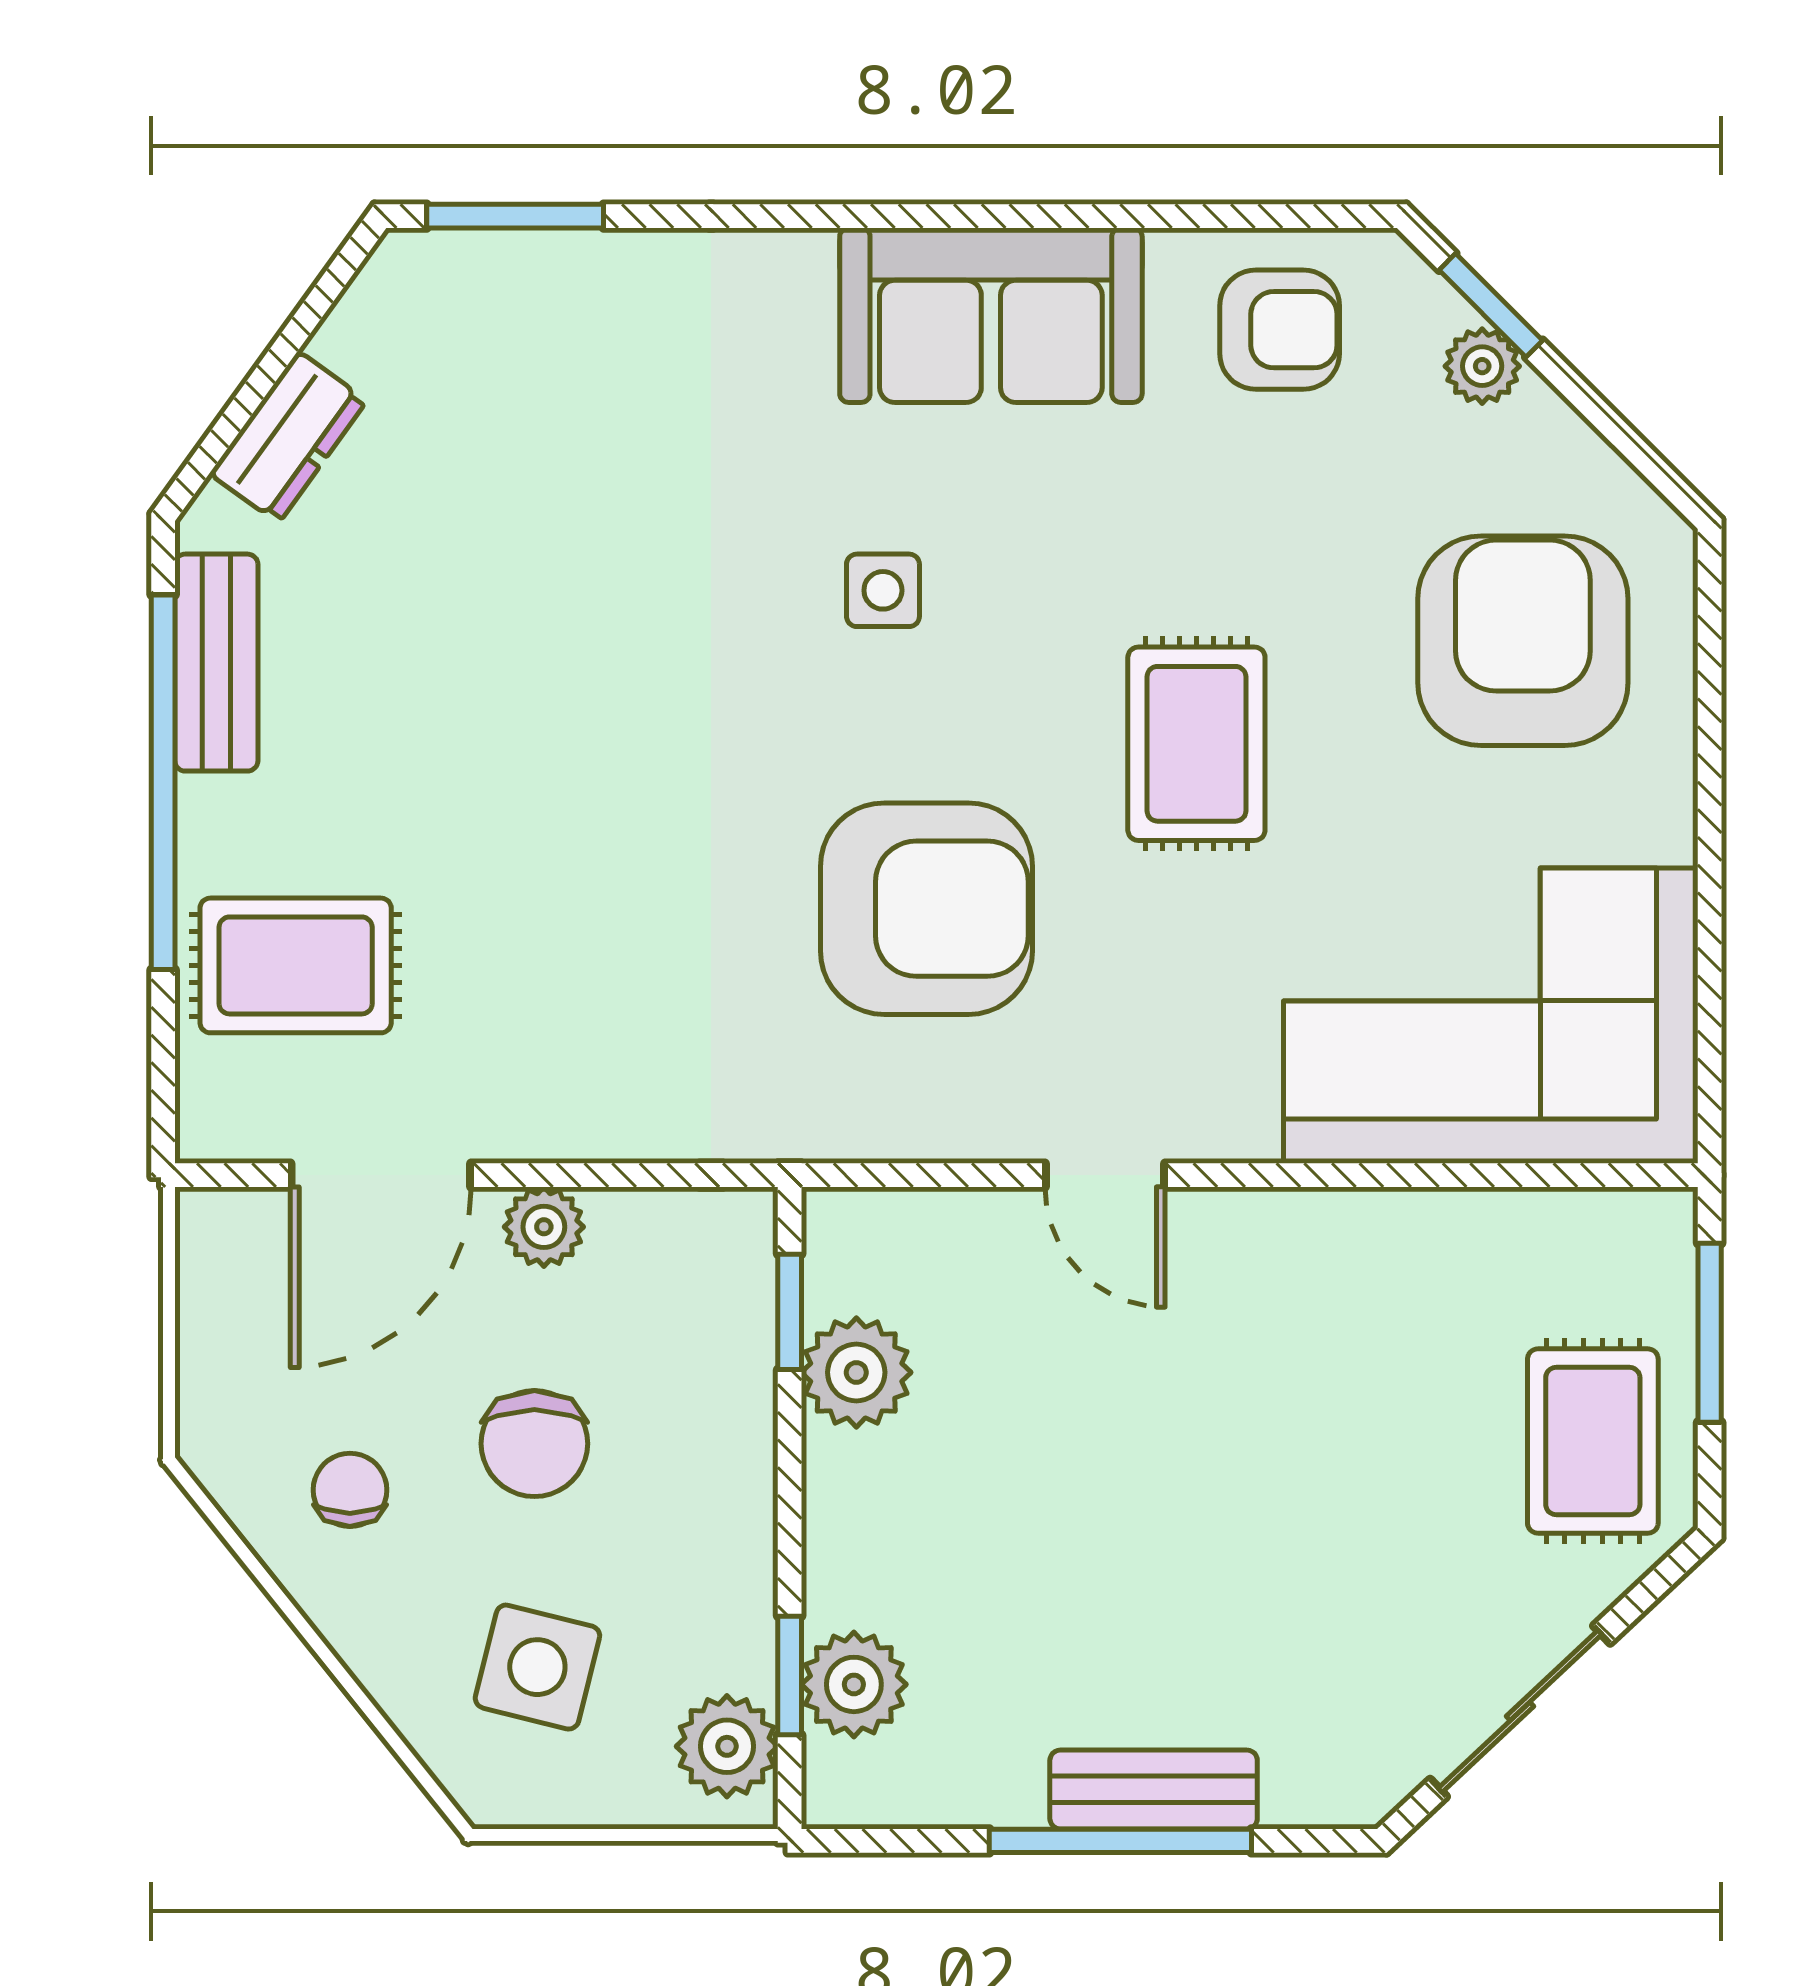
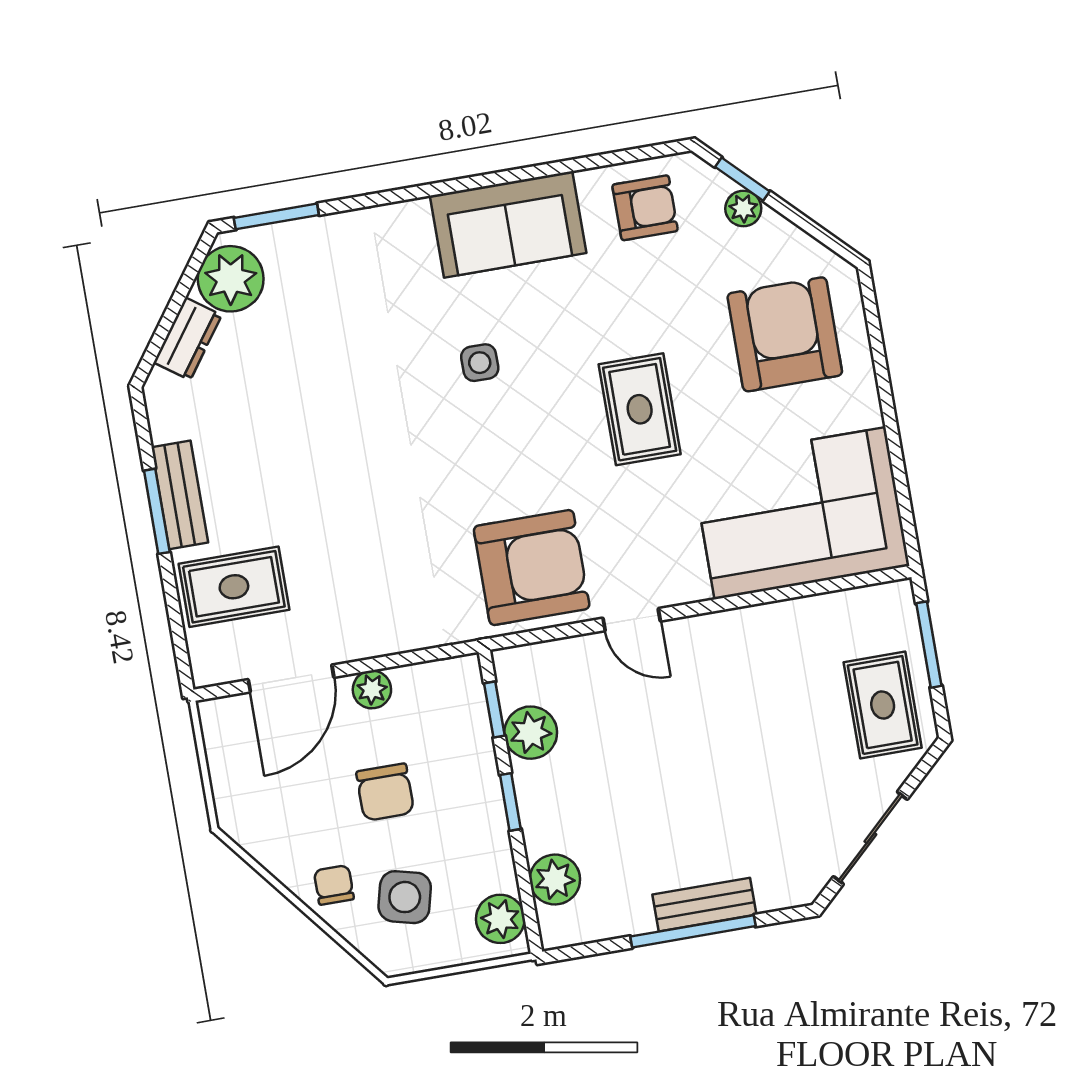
plant: (399, 328) -> (231, 279), added
bench: (216, 663) -> (180, 495), moved
window: (163, 782) -> (157, 511), width x0.47
armchair: (926, 909) -> (532, 568), moved
chair: (350, 1490) -> (334, 885), moved
window: (790, 1675) -> (510, 802), moved

